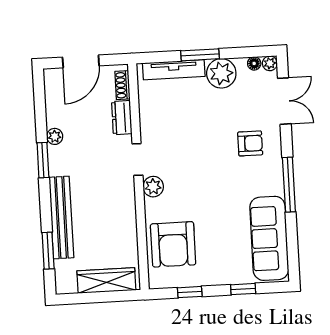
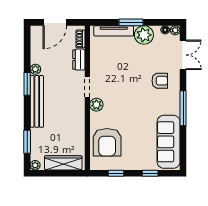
bench: (61, 218) -> (37, 101), moved
plant: (63, 287) -> (35, 165), added

